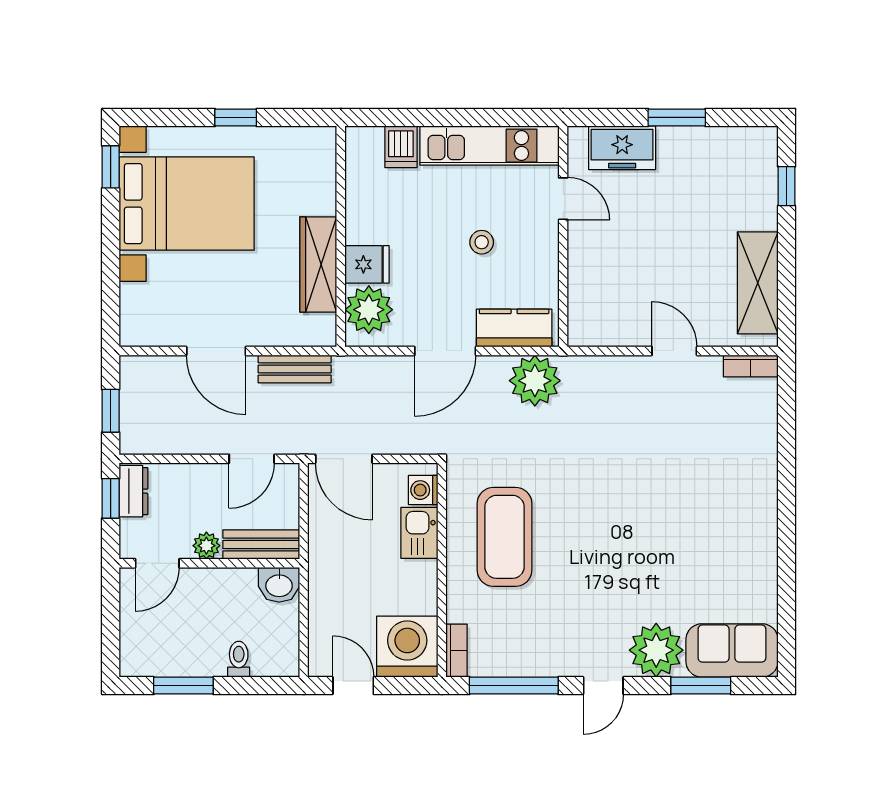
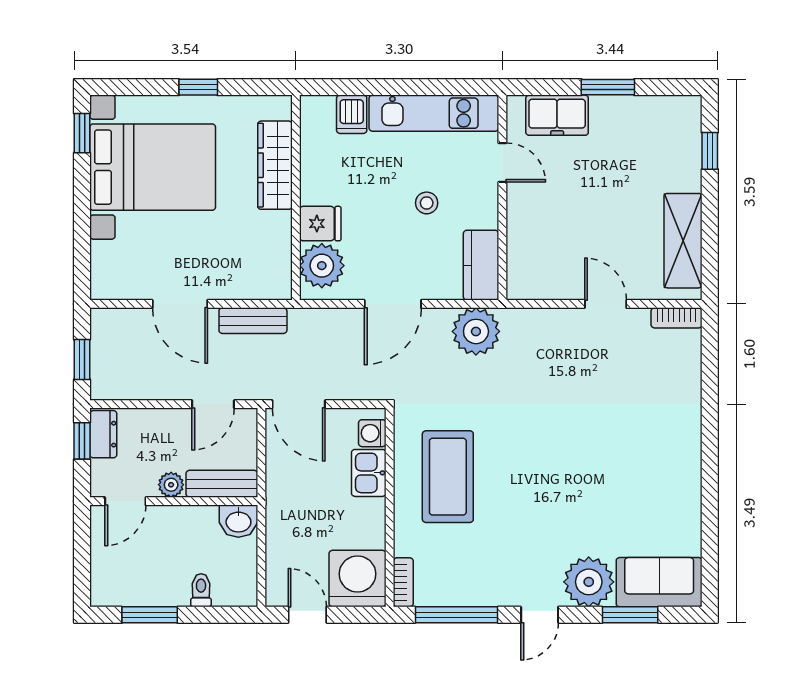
wardrobe: (318, 264) -> (275, 165), moved
kitchen counter: (514, 328) -> (481, 265), moved, turned -90

